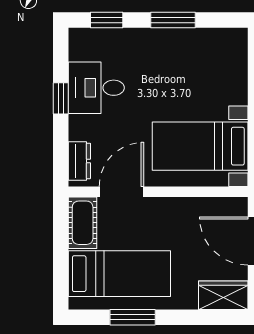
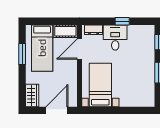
desk: (96, 88) -> (115, 38), moved
door: (121, 192) -> (80, 49), swing flipped

